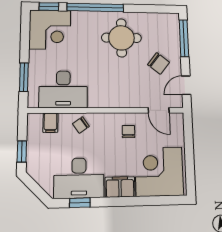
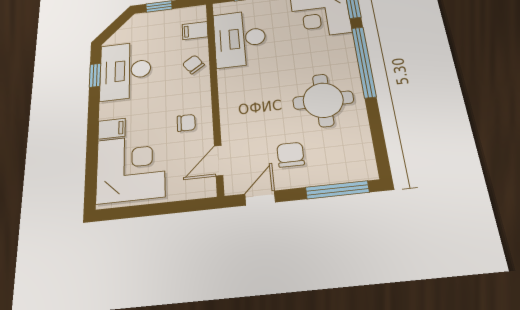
chair: (159, 63) -> (290, 155), turned 142
door: (186, 85) -> (260, 198), hinge flipped
filing cabinet: (120, 187) -> (112, 129), width x0.50

